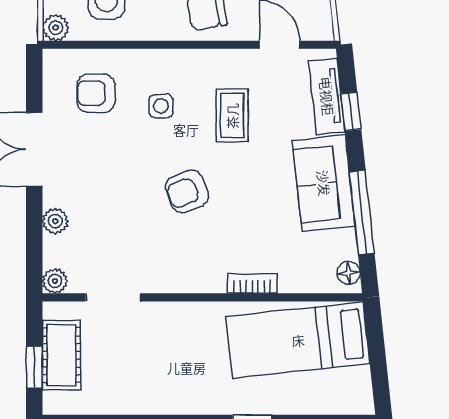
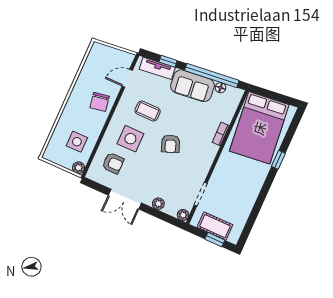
armchair: (96, 93) -> (113, 163), turned -90
side table: (161, 106) -> (130, 139), width x1.87, depth x1.87
window: (362, 213) -> (212, 75), width x1.46
floor lamp: (349, 273) -> (221, 88), moved
bed: (298, 340) -> (259, 128), width x1.50

